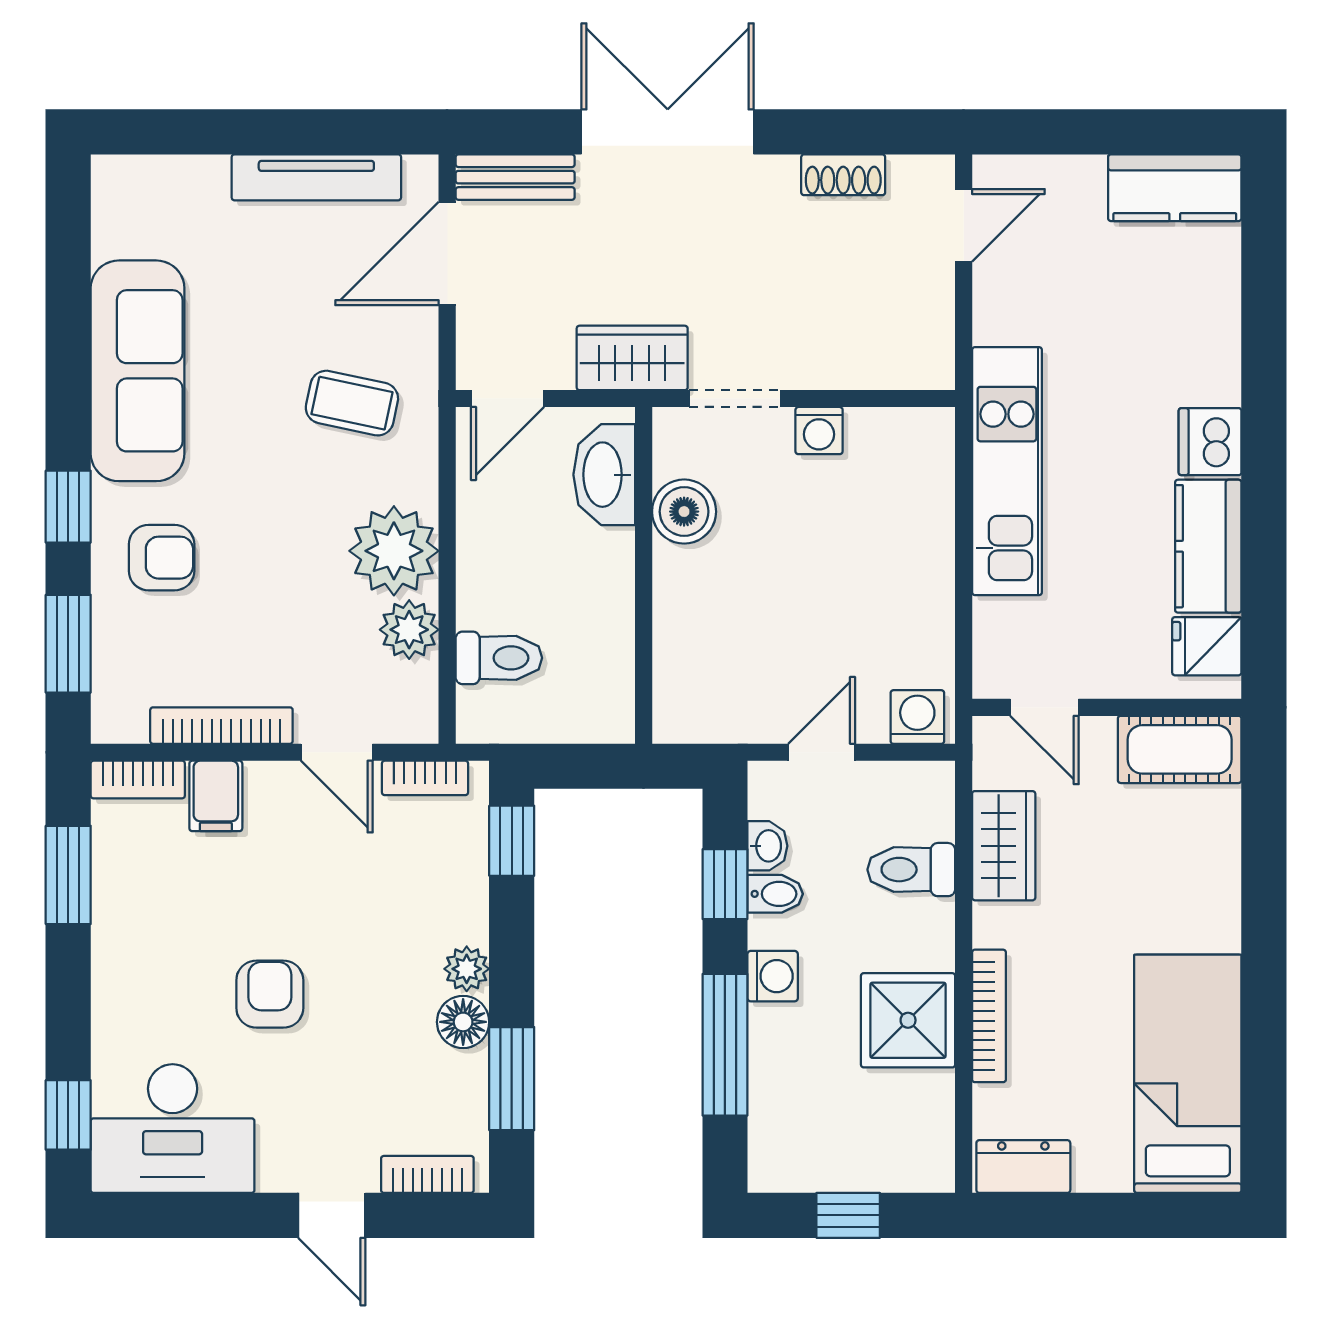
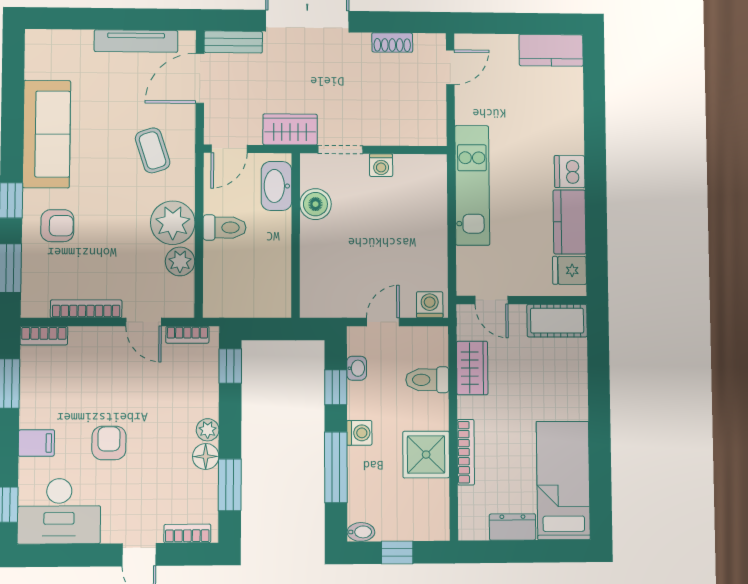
coffee table: (352, 403) -> (153, 150), turned 60
toilet: (499, 658) -> (225, 228), moved
filing cabinet: (216, 796) -> (36, 443), moved, turned -90
bidet: (775, 894) -> (361, 532), moved
dresser: (1023, 1167) -> (513, 527), moved

